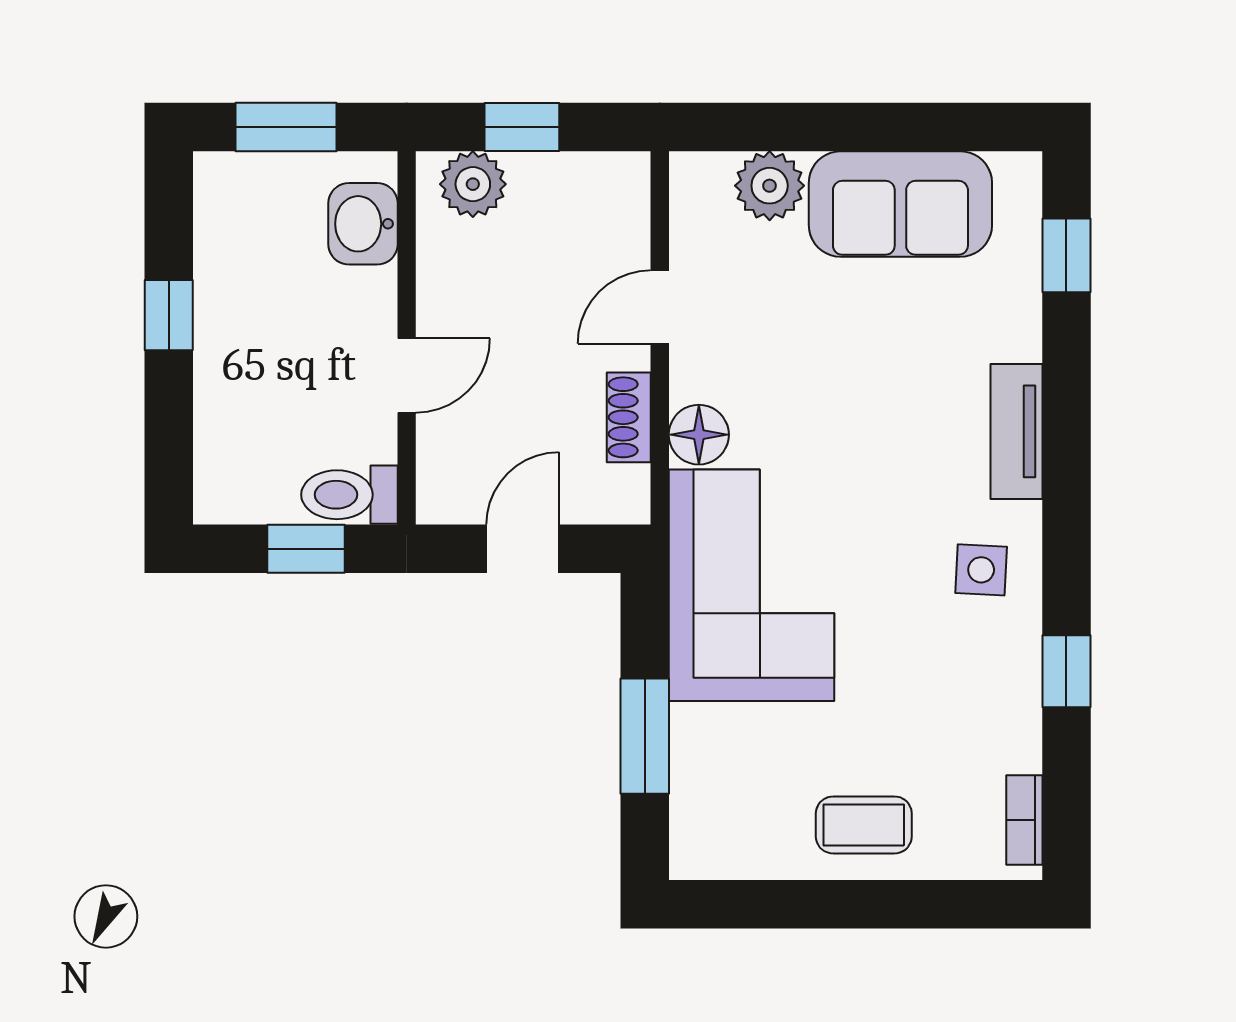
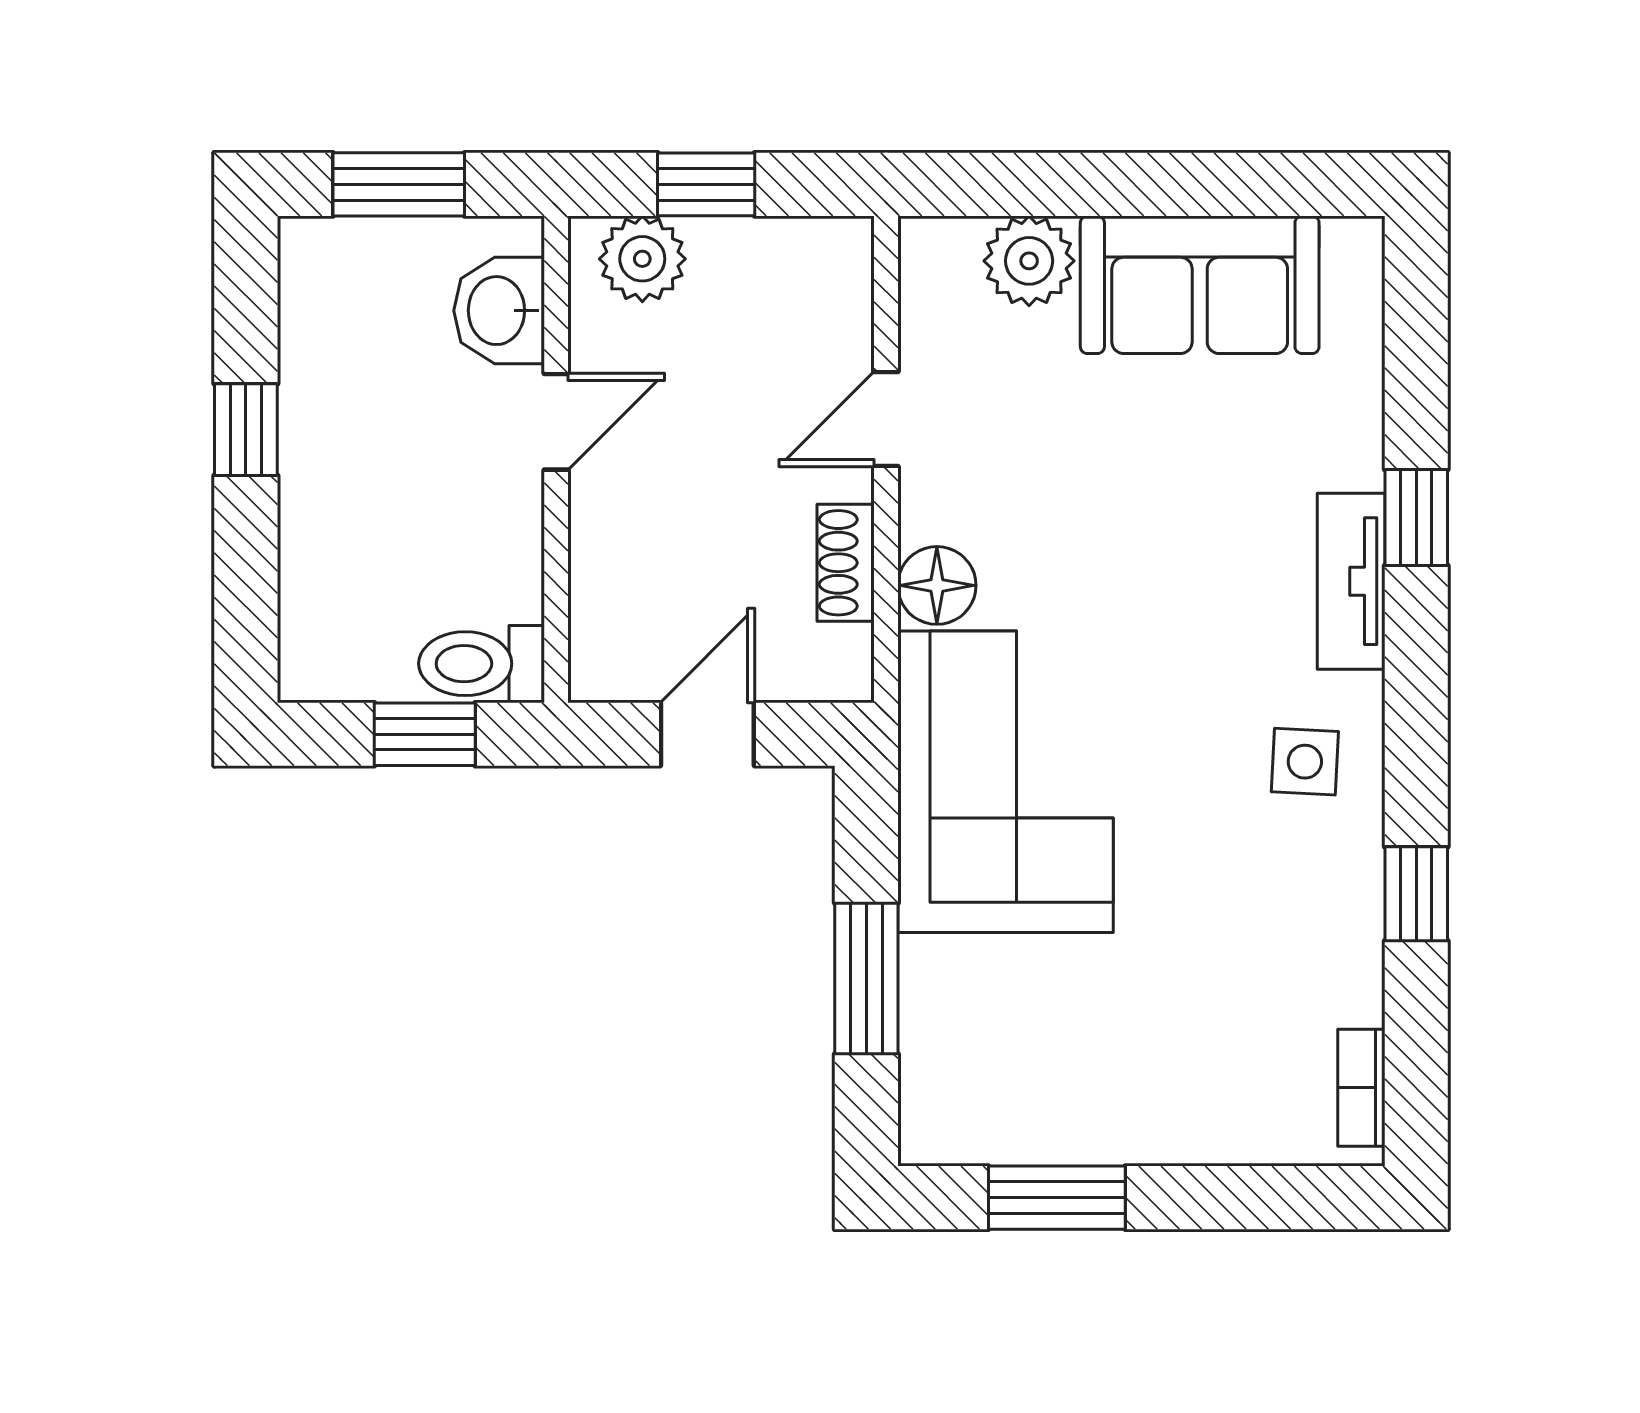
window: (1066, 255) -> (1416, 517), moved
door: (407, 376) -> (556, 422), moved
coffee table: (864, 825) -> (1152, 1094), removed
window: (791, 904) -> (1057, 1198), added

